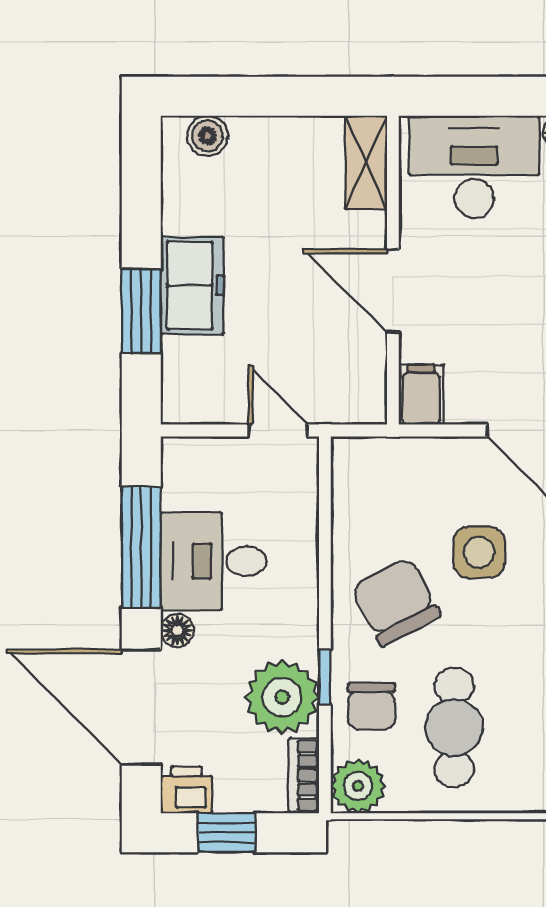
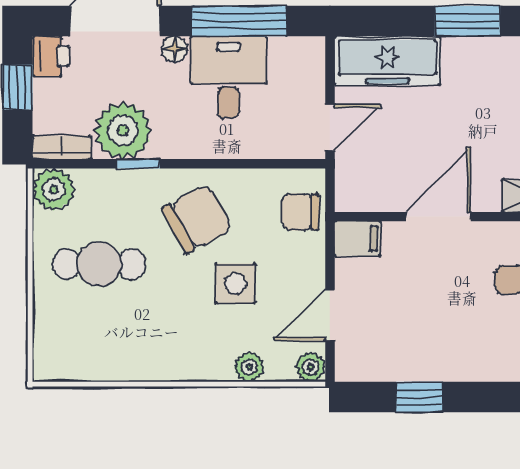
freezer: (192, 285) -> (387, 61), moved, width x1.40
window: (141, 311) -> (468, 21), moved
chair: (371, 706) -> (300, 212), moved

